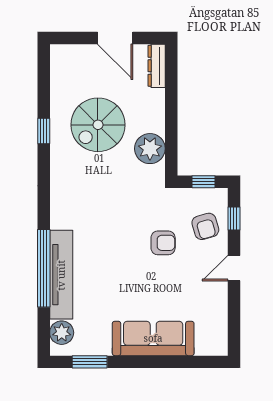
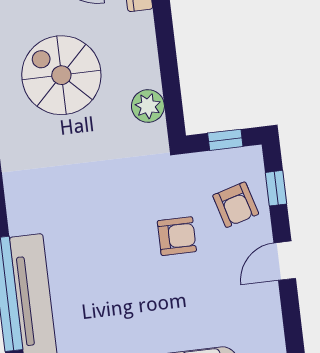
spiral stairs: (98, 125) -> (61, 75), turned 90
plant: (150, 149) -> (148, 106), width x0.73, depth x0.73

